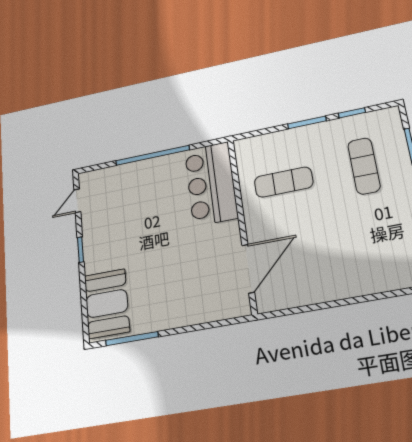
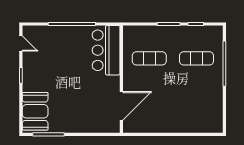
exercise mat: (364, 166) -> (197, 58), turned 90
door: (77, 201) -> (21, 44), swing flipped

